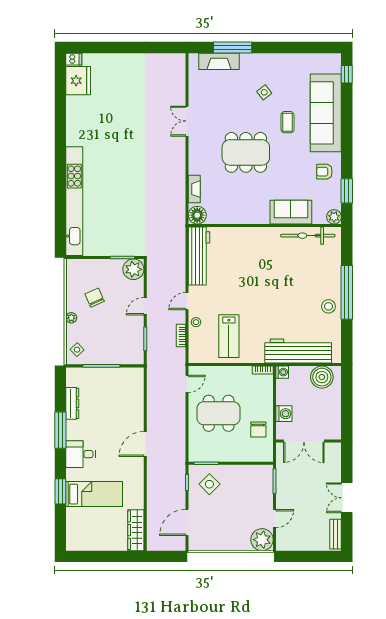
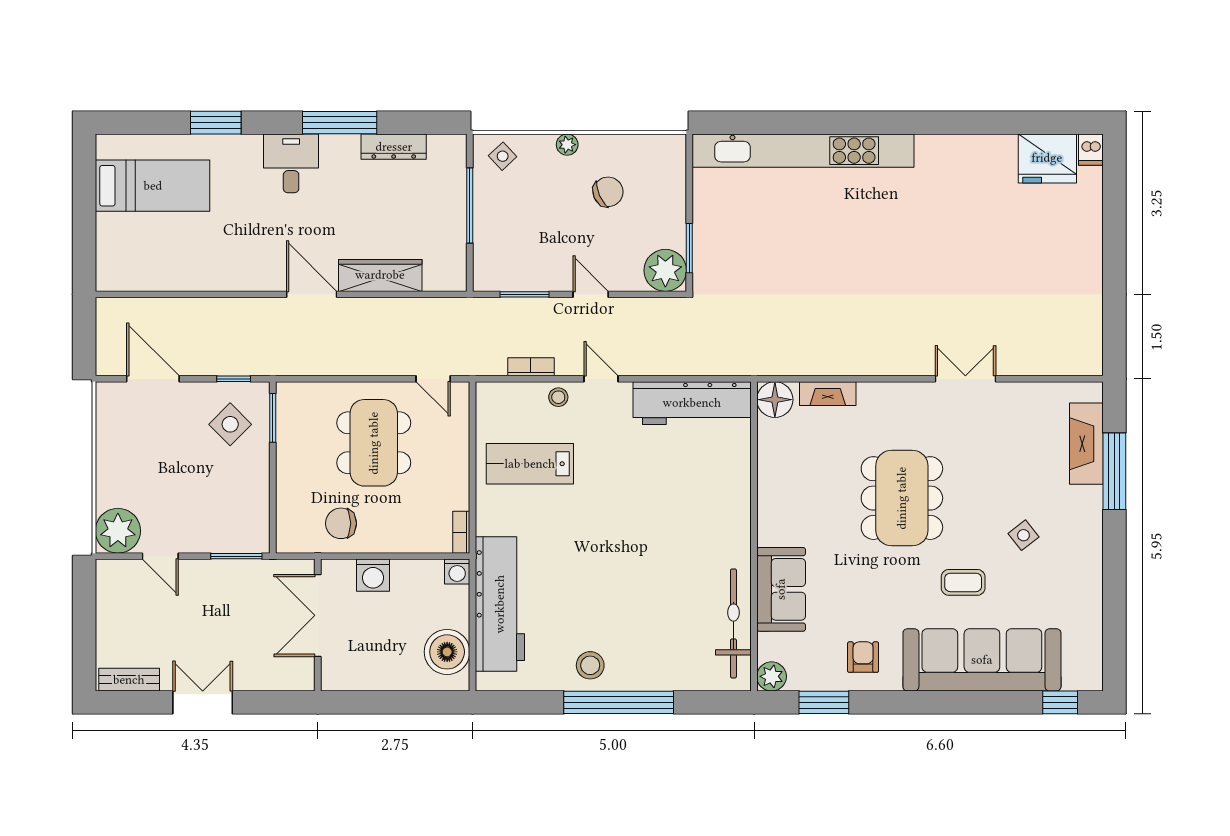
bed: (94, 494) -> (153, 186), moved, turned -90
wardrobe: (136, 530) -> (380, 275), moved

